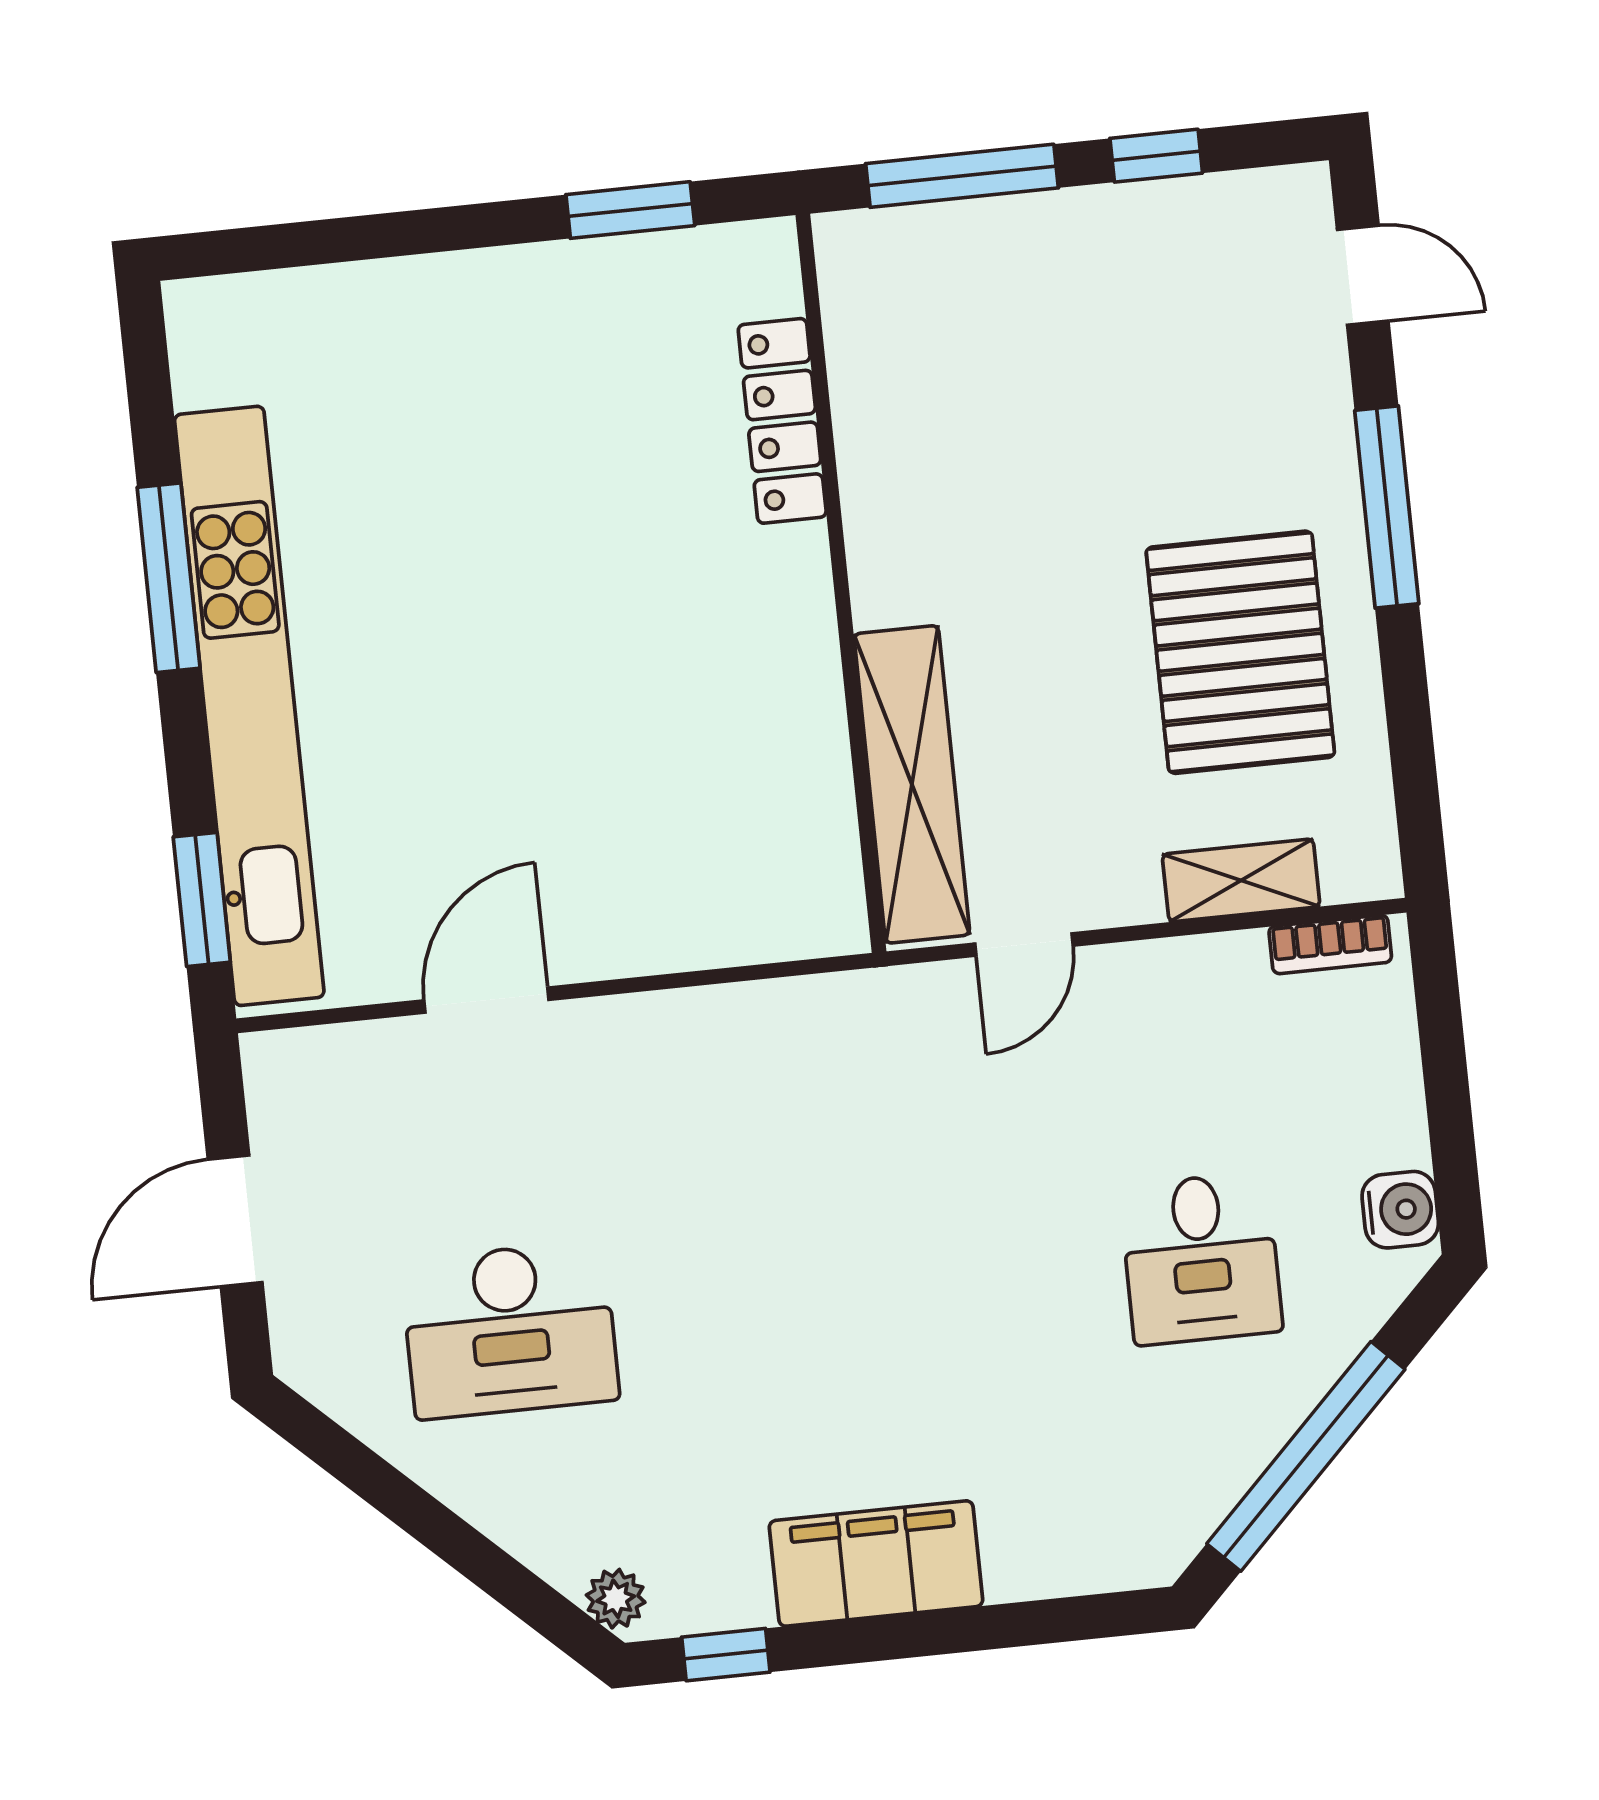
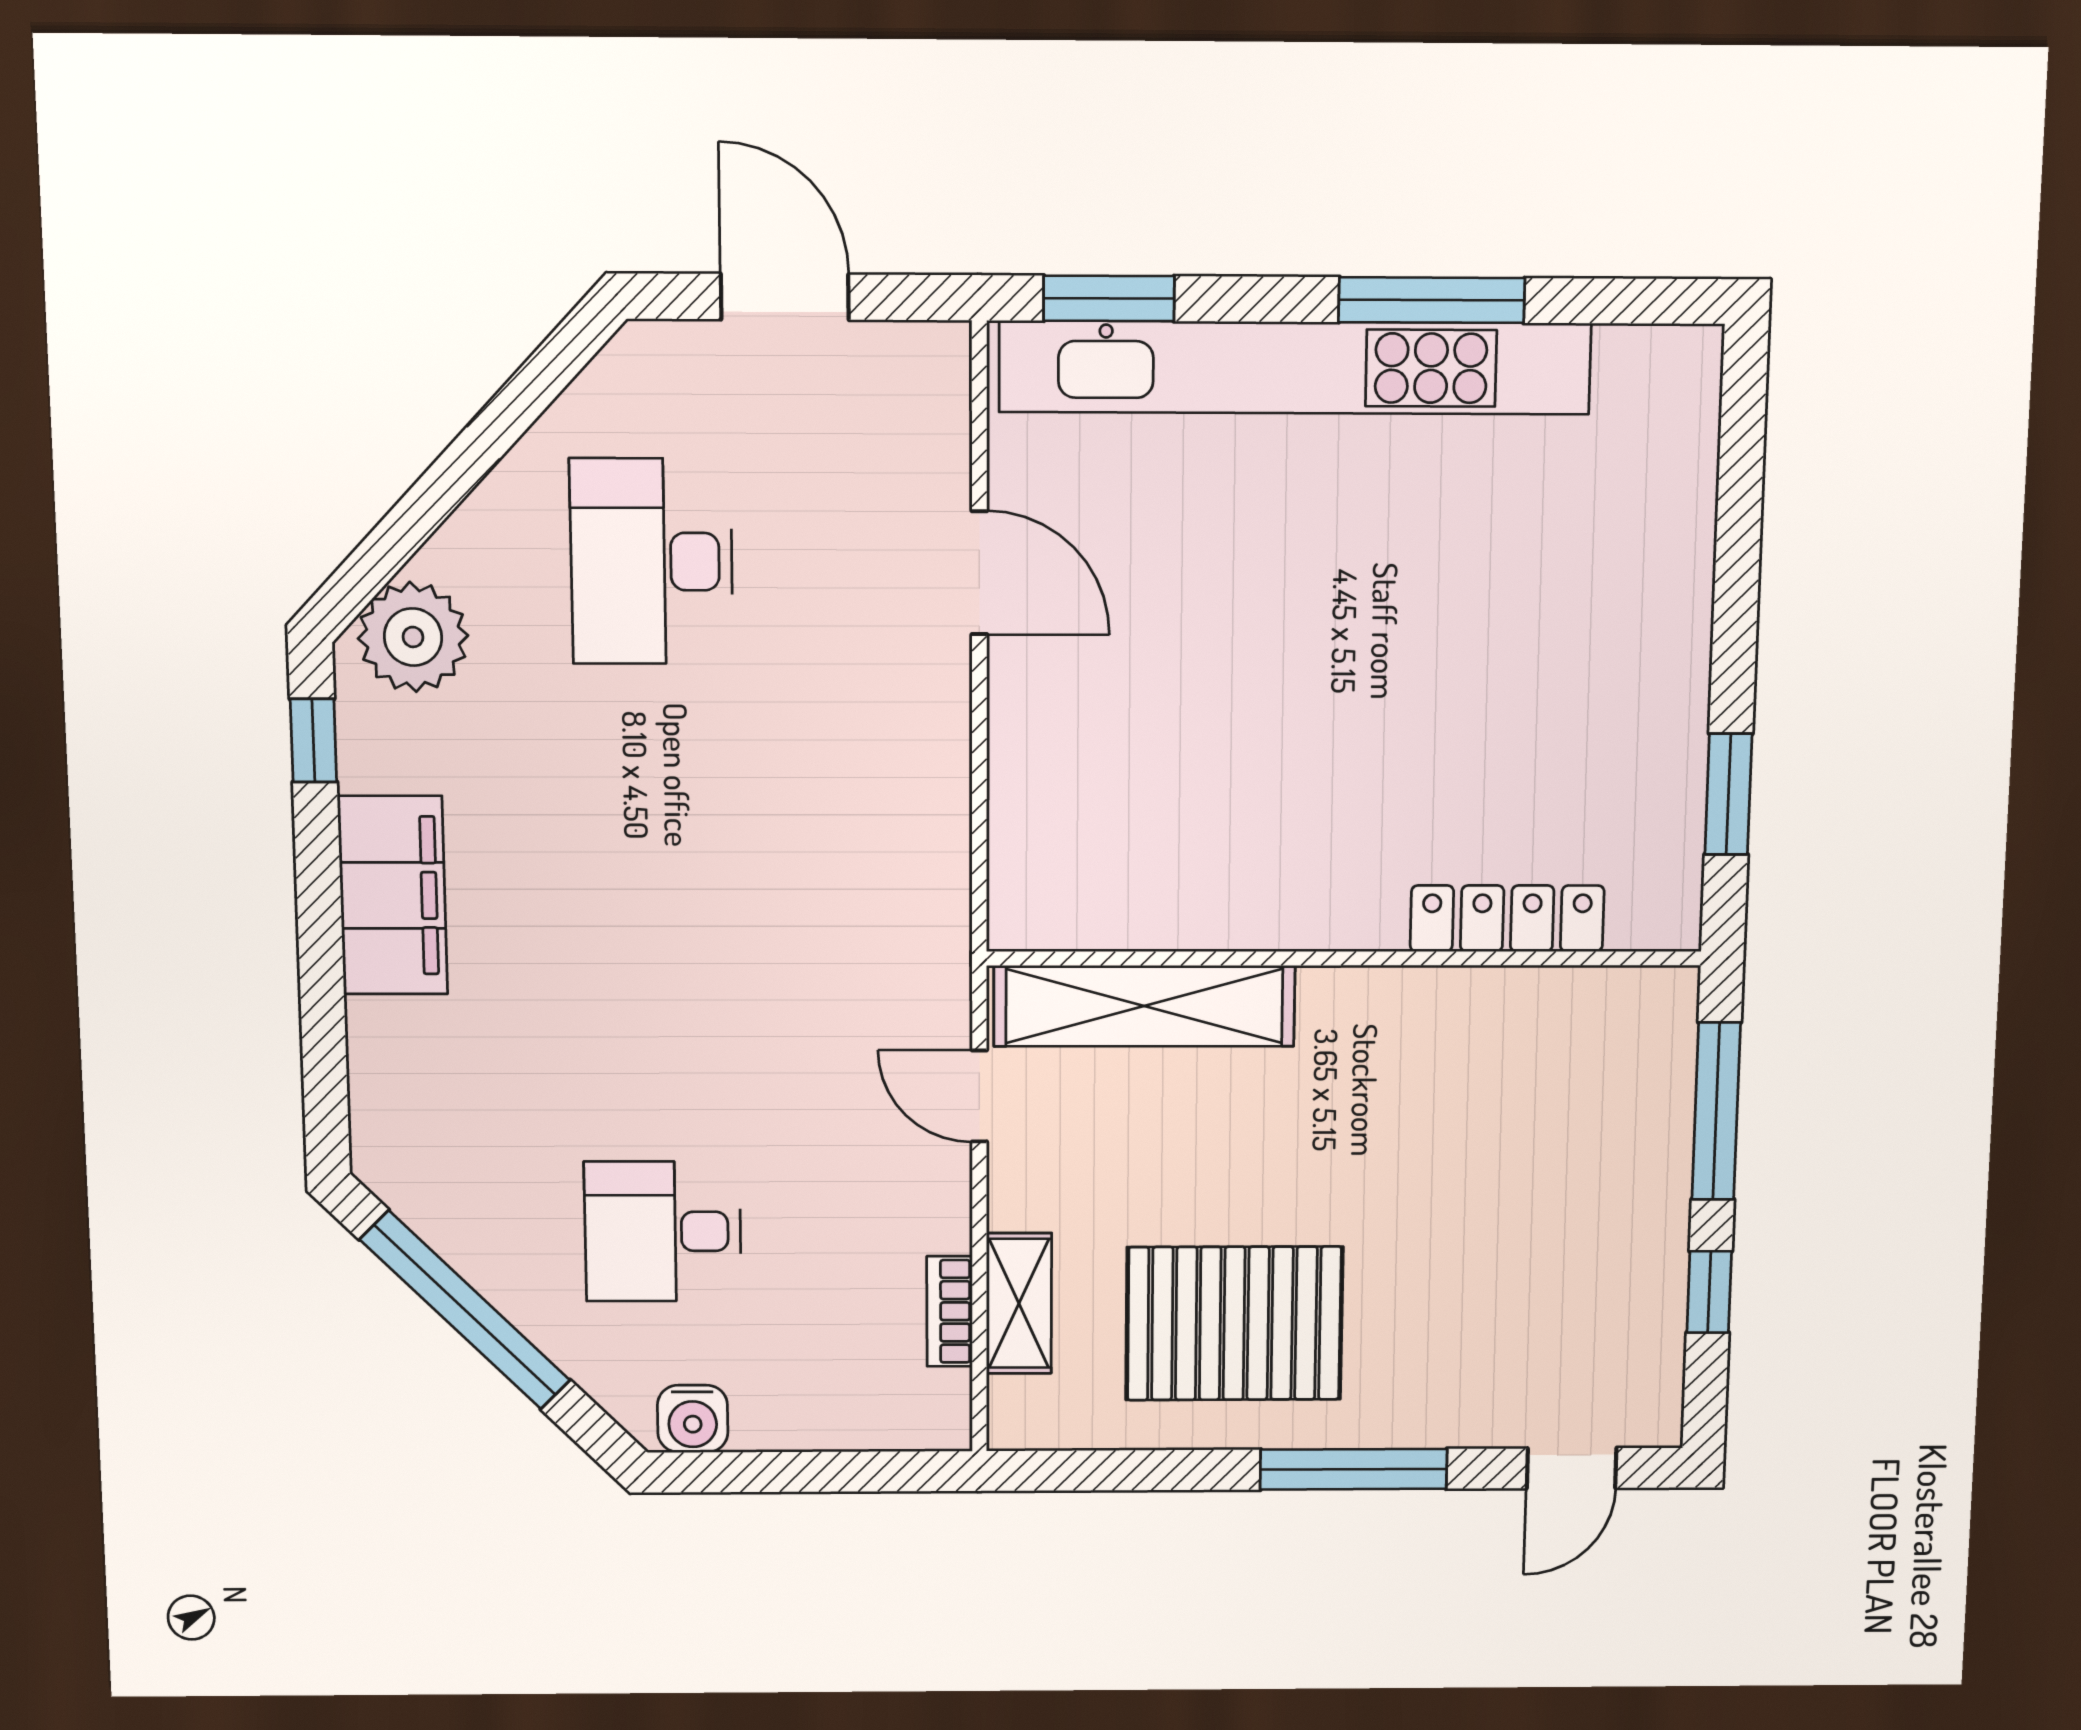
bookcase: (1330, 944) -> (950, 1311), moved
plant: (616, 1599) -> (413, 637), width x1.87, depth x1.87

